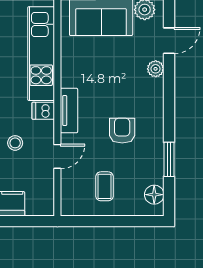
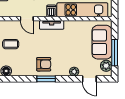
armchair: (122, 131) -> (44, 64), moved
window: (169, 159) -> (46, 79), moved

